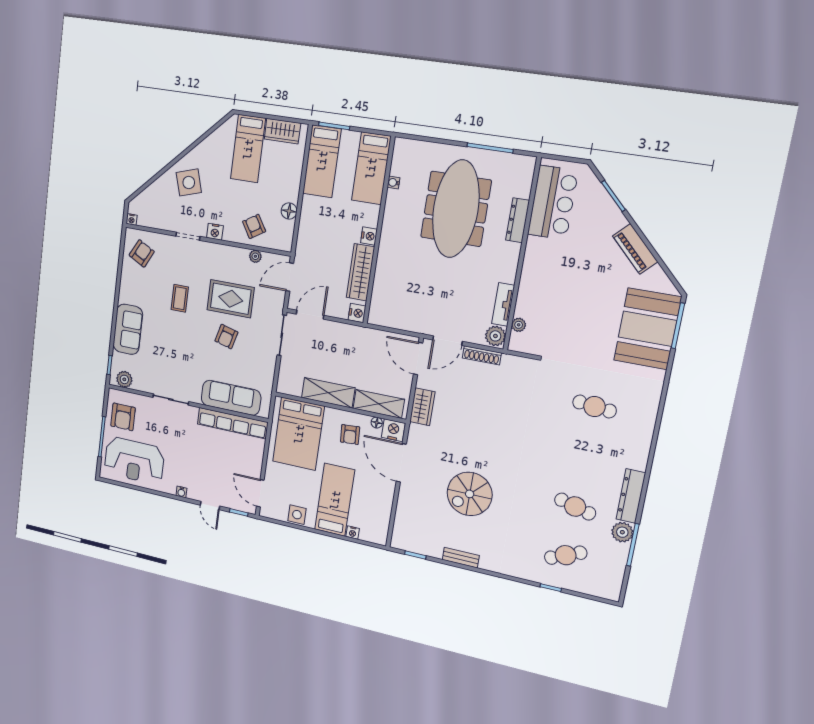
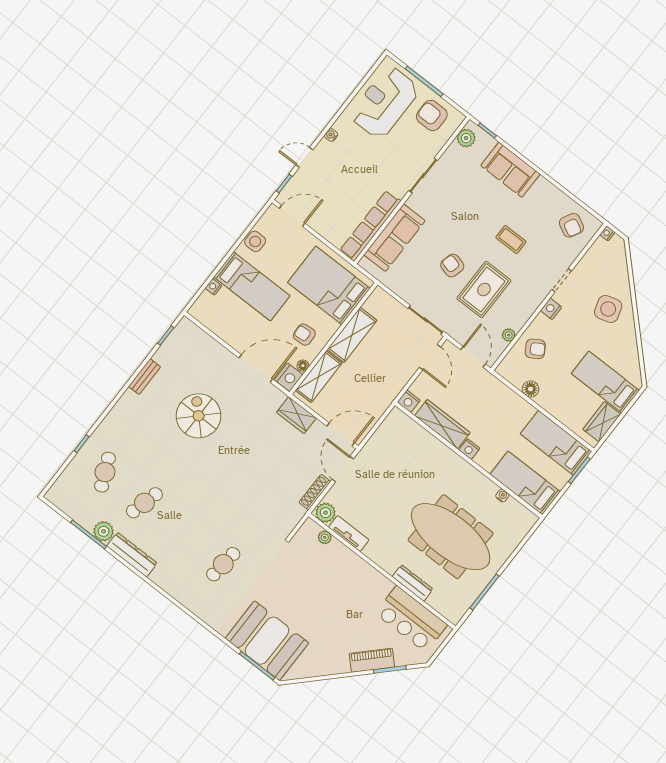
piano: (635, 249) -> (372, 660), moved

